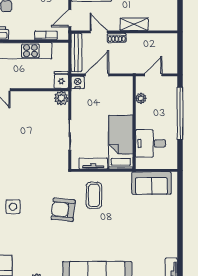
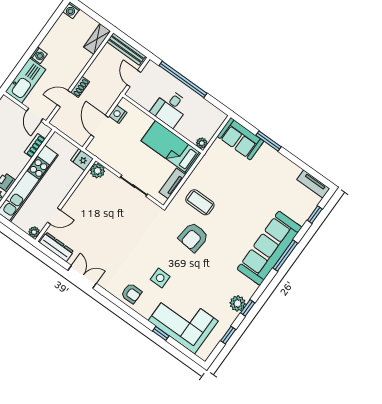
shelving: (134, 24) -> (97, 39), moved
bench: (76, 52) -> (126, 49), moved
nightstand: (78, 82) -> (118, 114), moved
plant: (141, 98) -> (202, 143), moved
desk: (151, 143) -> (170, 108), moved
sofa: (152, 183) -> (240, 139), moved, turned 90
window: (180, 214) -> (269, 141), added

